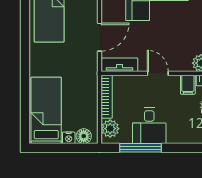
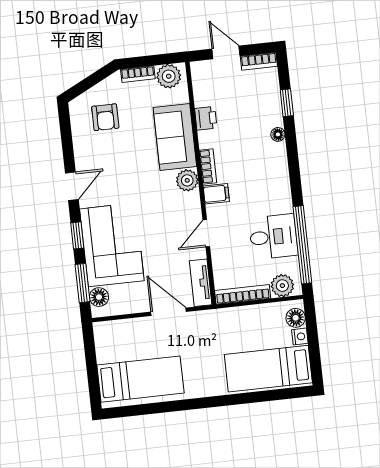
window: (140, 148) -> (302, 245), width x1.46

